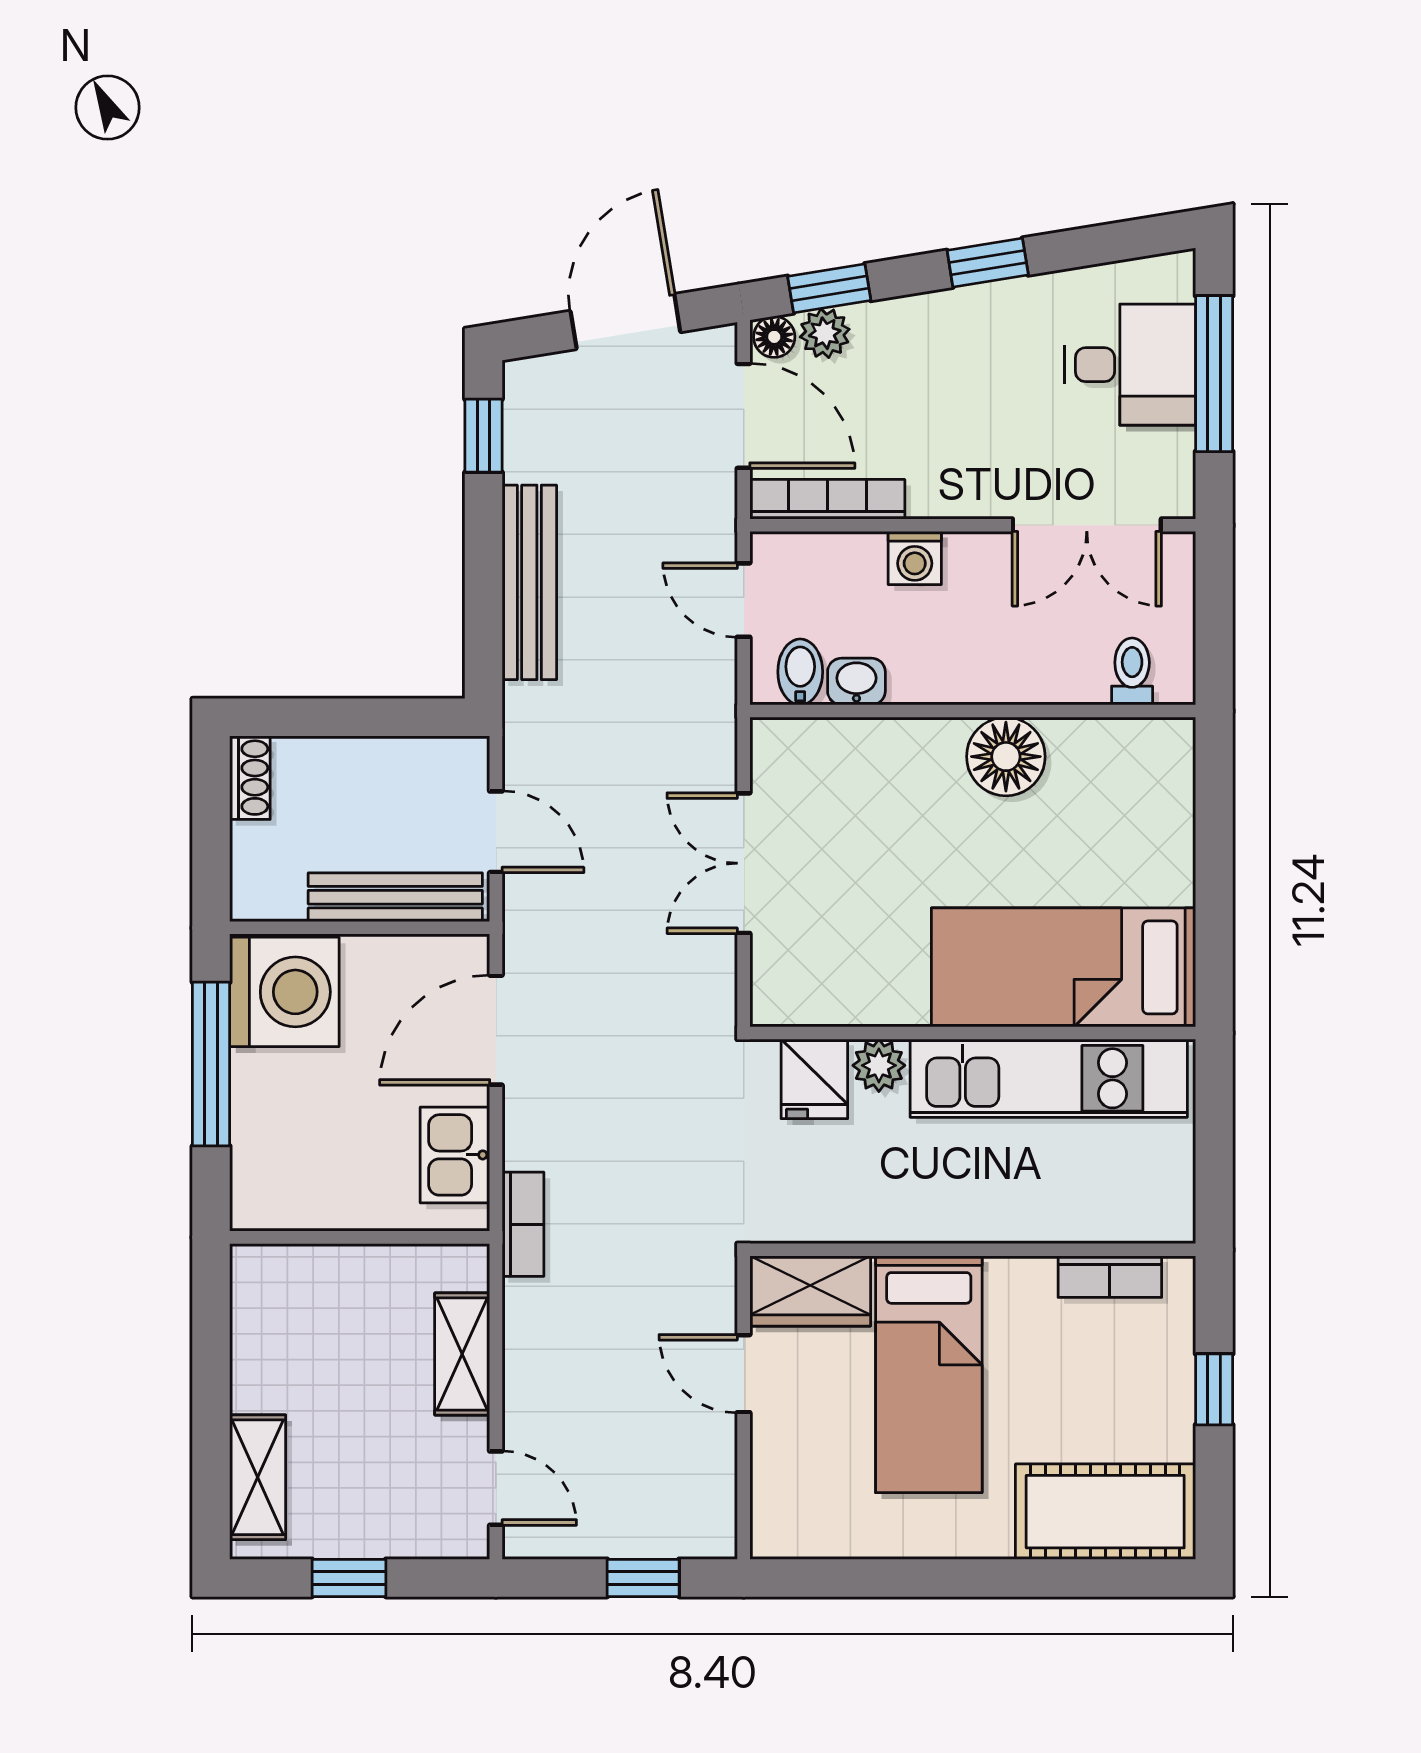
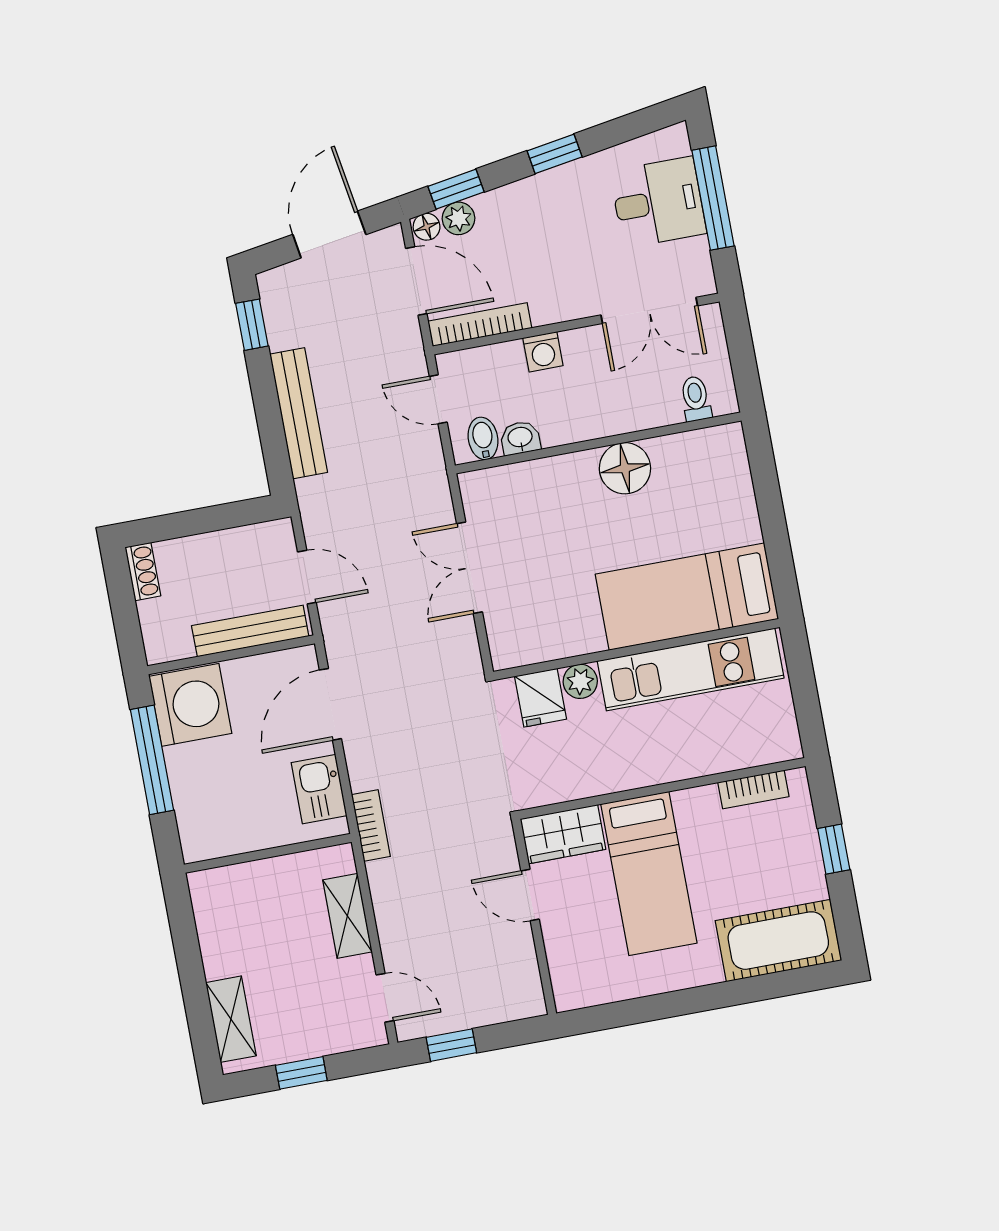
window: (643, 1578) -> (451, 1045), moved

